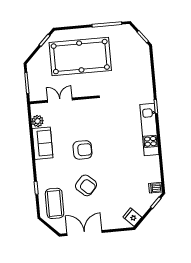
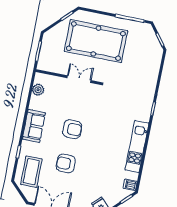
double door: (60, 100) -> (79, 79), moved
kitchen unit: (149, 130) -> (137, 146), moved
sofa: (43, 143) -> (34, 126), moved
armchair: (86, 185) -> (66, 163), turned 138

